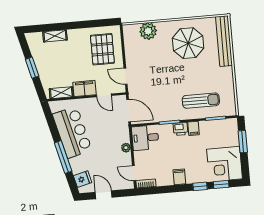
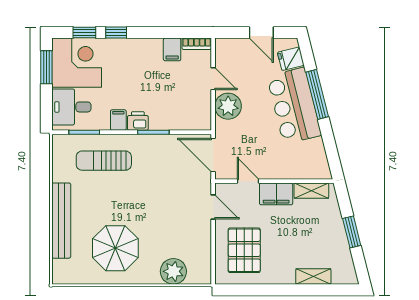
bench: (224, 41) -> (61, 221), moved
bar counter: (72, 132) -> (294, 106), moved
desk: (145, 138) -> (71, 107), moved, turned 180
window: (243, 142) -> (46, 67), moved
plant: (126, 148) -> (228, 106), width x1.87, depth x1.87
door: (134, 173) -> (213, 79), moved
filing cabinet: (179, 177) -> (172, 49), moved

